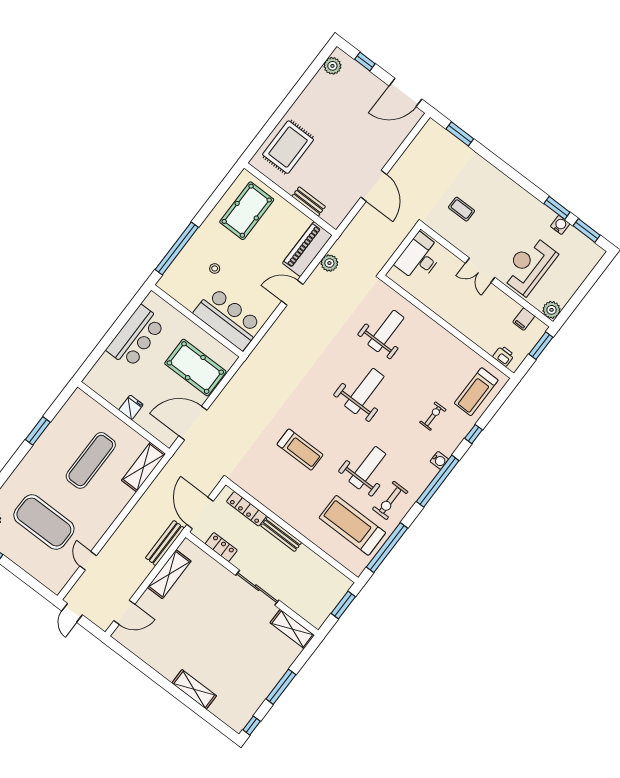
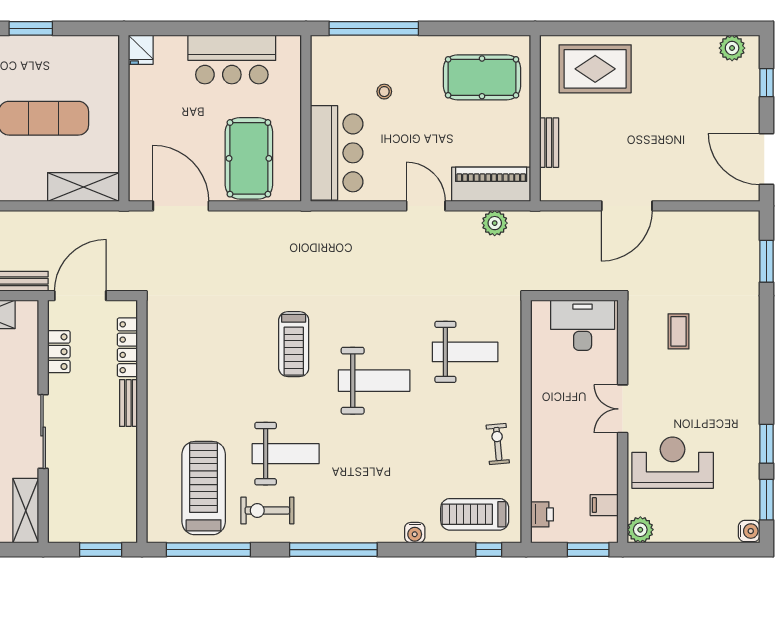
water cooler: (560, 225) -> (749, 531), moved
fridge: (131, 407) -> (141, 50), moved, turned 90
exercise bike: (433, 416) -> (498, 444), moved, turned -95
window: (474, 434) -> (489, 550), moved
treadmill: (300, 450) -> (294, 344), moved
water cooler: (439, 460) -> (415, 533), moved
bench: (281, 534) -> (129, 403), width x0.73

